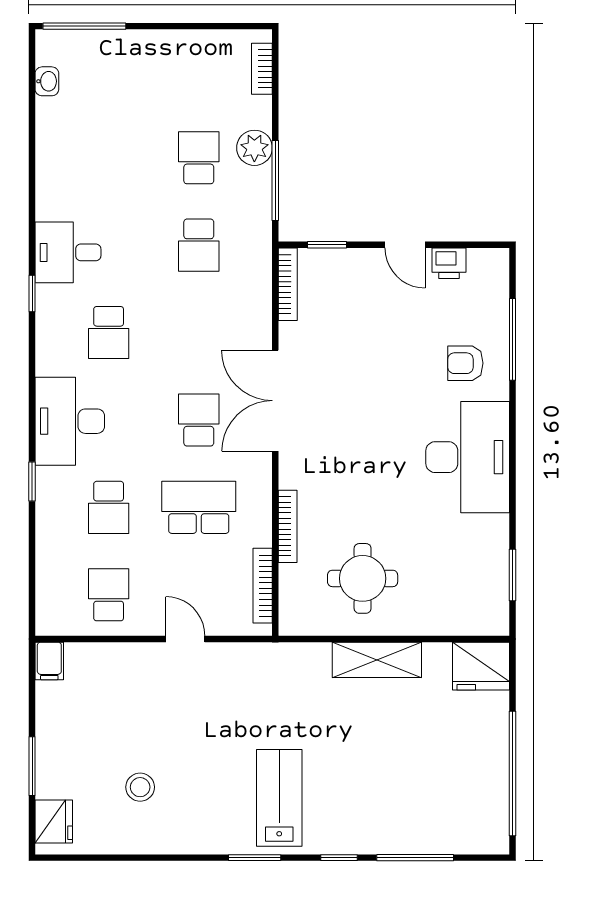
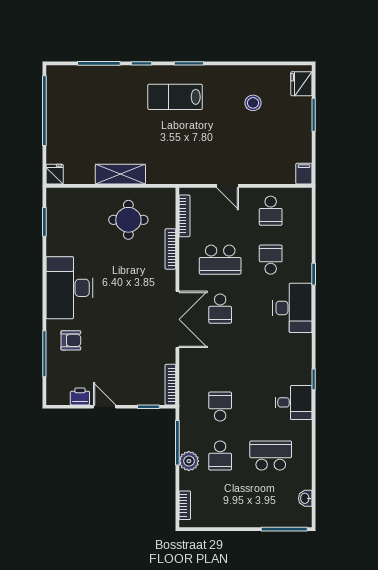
school desk: (109, 333) -> (271, 455), moved, width x1.85
fridge: (481, 666) -> (55, 174), width x0.53, depth x0.75
lab bench: (279, 798) -> (175, 97), turned 90

